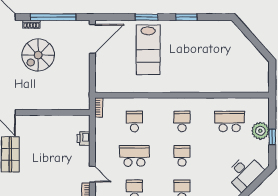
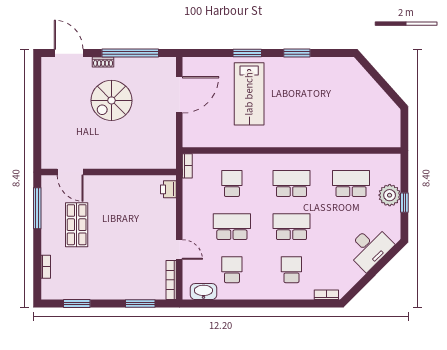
door: (92, 39) -> (179, 95), moved
school desk: (182, 121) -> (291, 184), width x1.85
printer: (84, 138) -> (168, 189), moved
school desk: (182, 156) -> (291, 227), width x1.85

